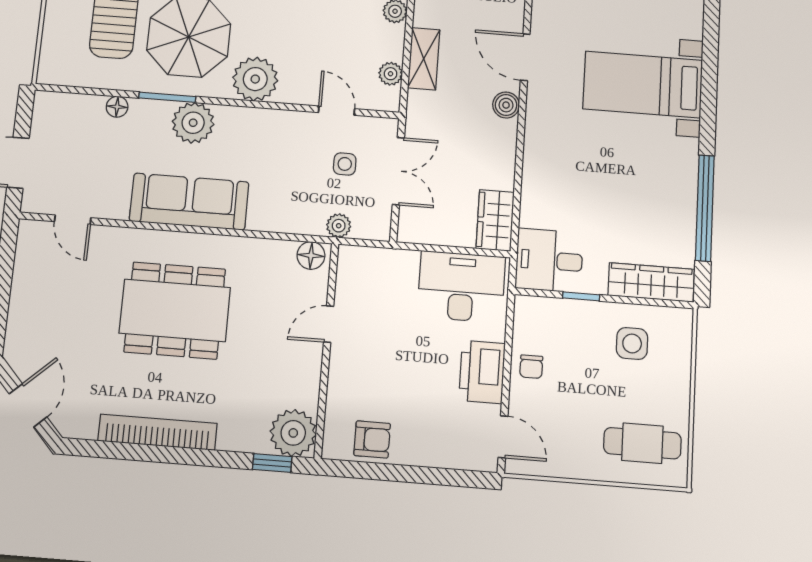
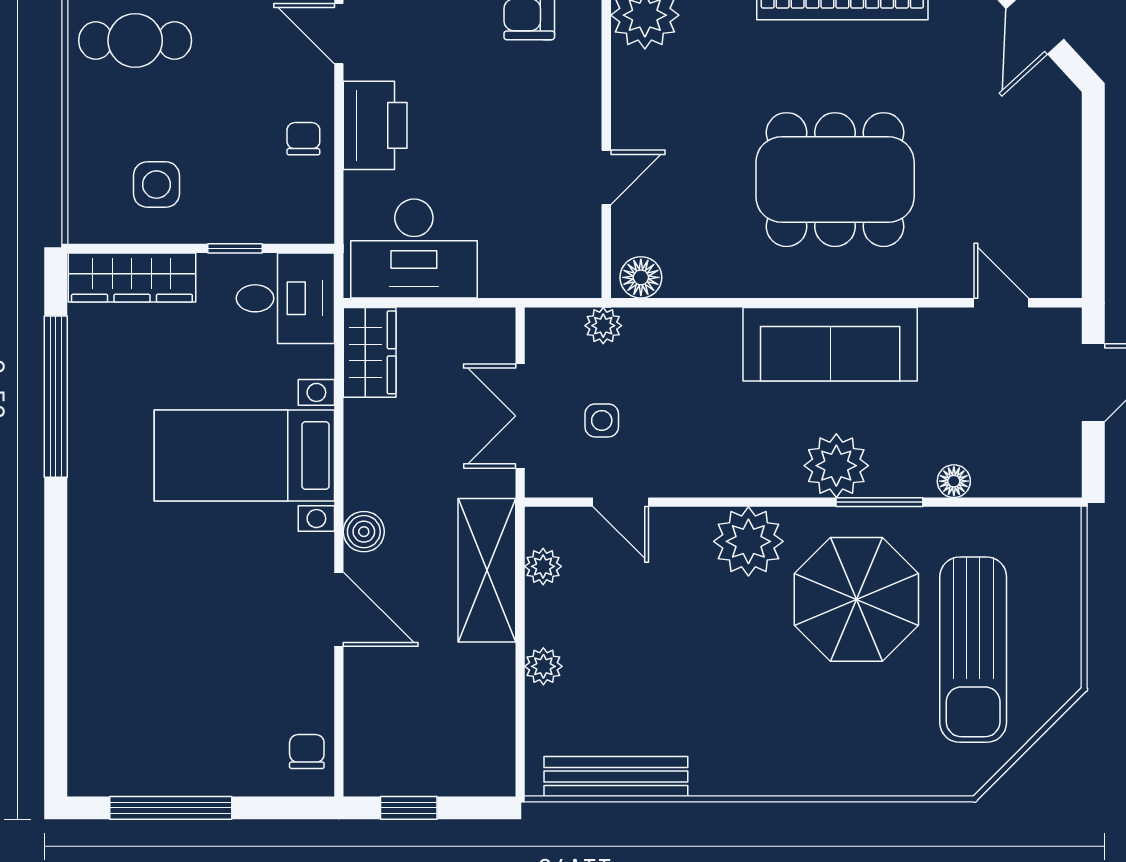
shelving: (424, 59) -> (487, 570), width x1.50, depth x1.33
bed with nightstands: (643, 84) -> (244, 455), moved, turned 180

